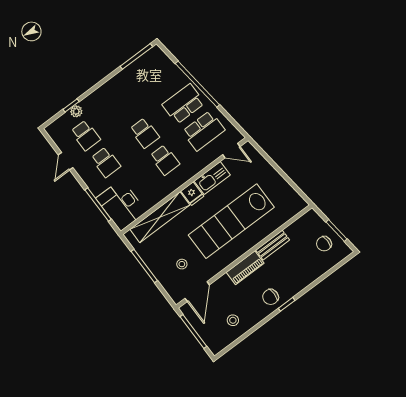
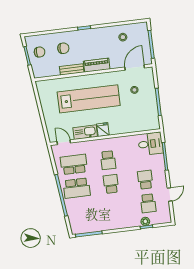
school desk: (86, 135) -> (148, 203), turned 180
school desk: (165, 160) -> (108, 160), turned 180
desk: (121, 205) -> (150, 144), width x0.73
shelving: (160, 217) -> (131, 127), removed
chair: (271, 297) -> (63, 48), moved

